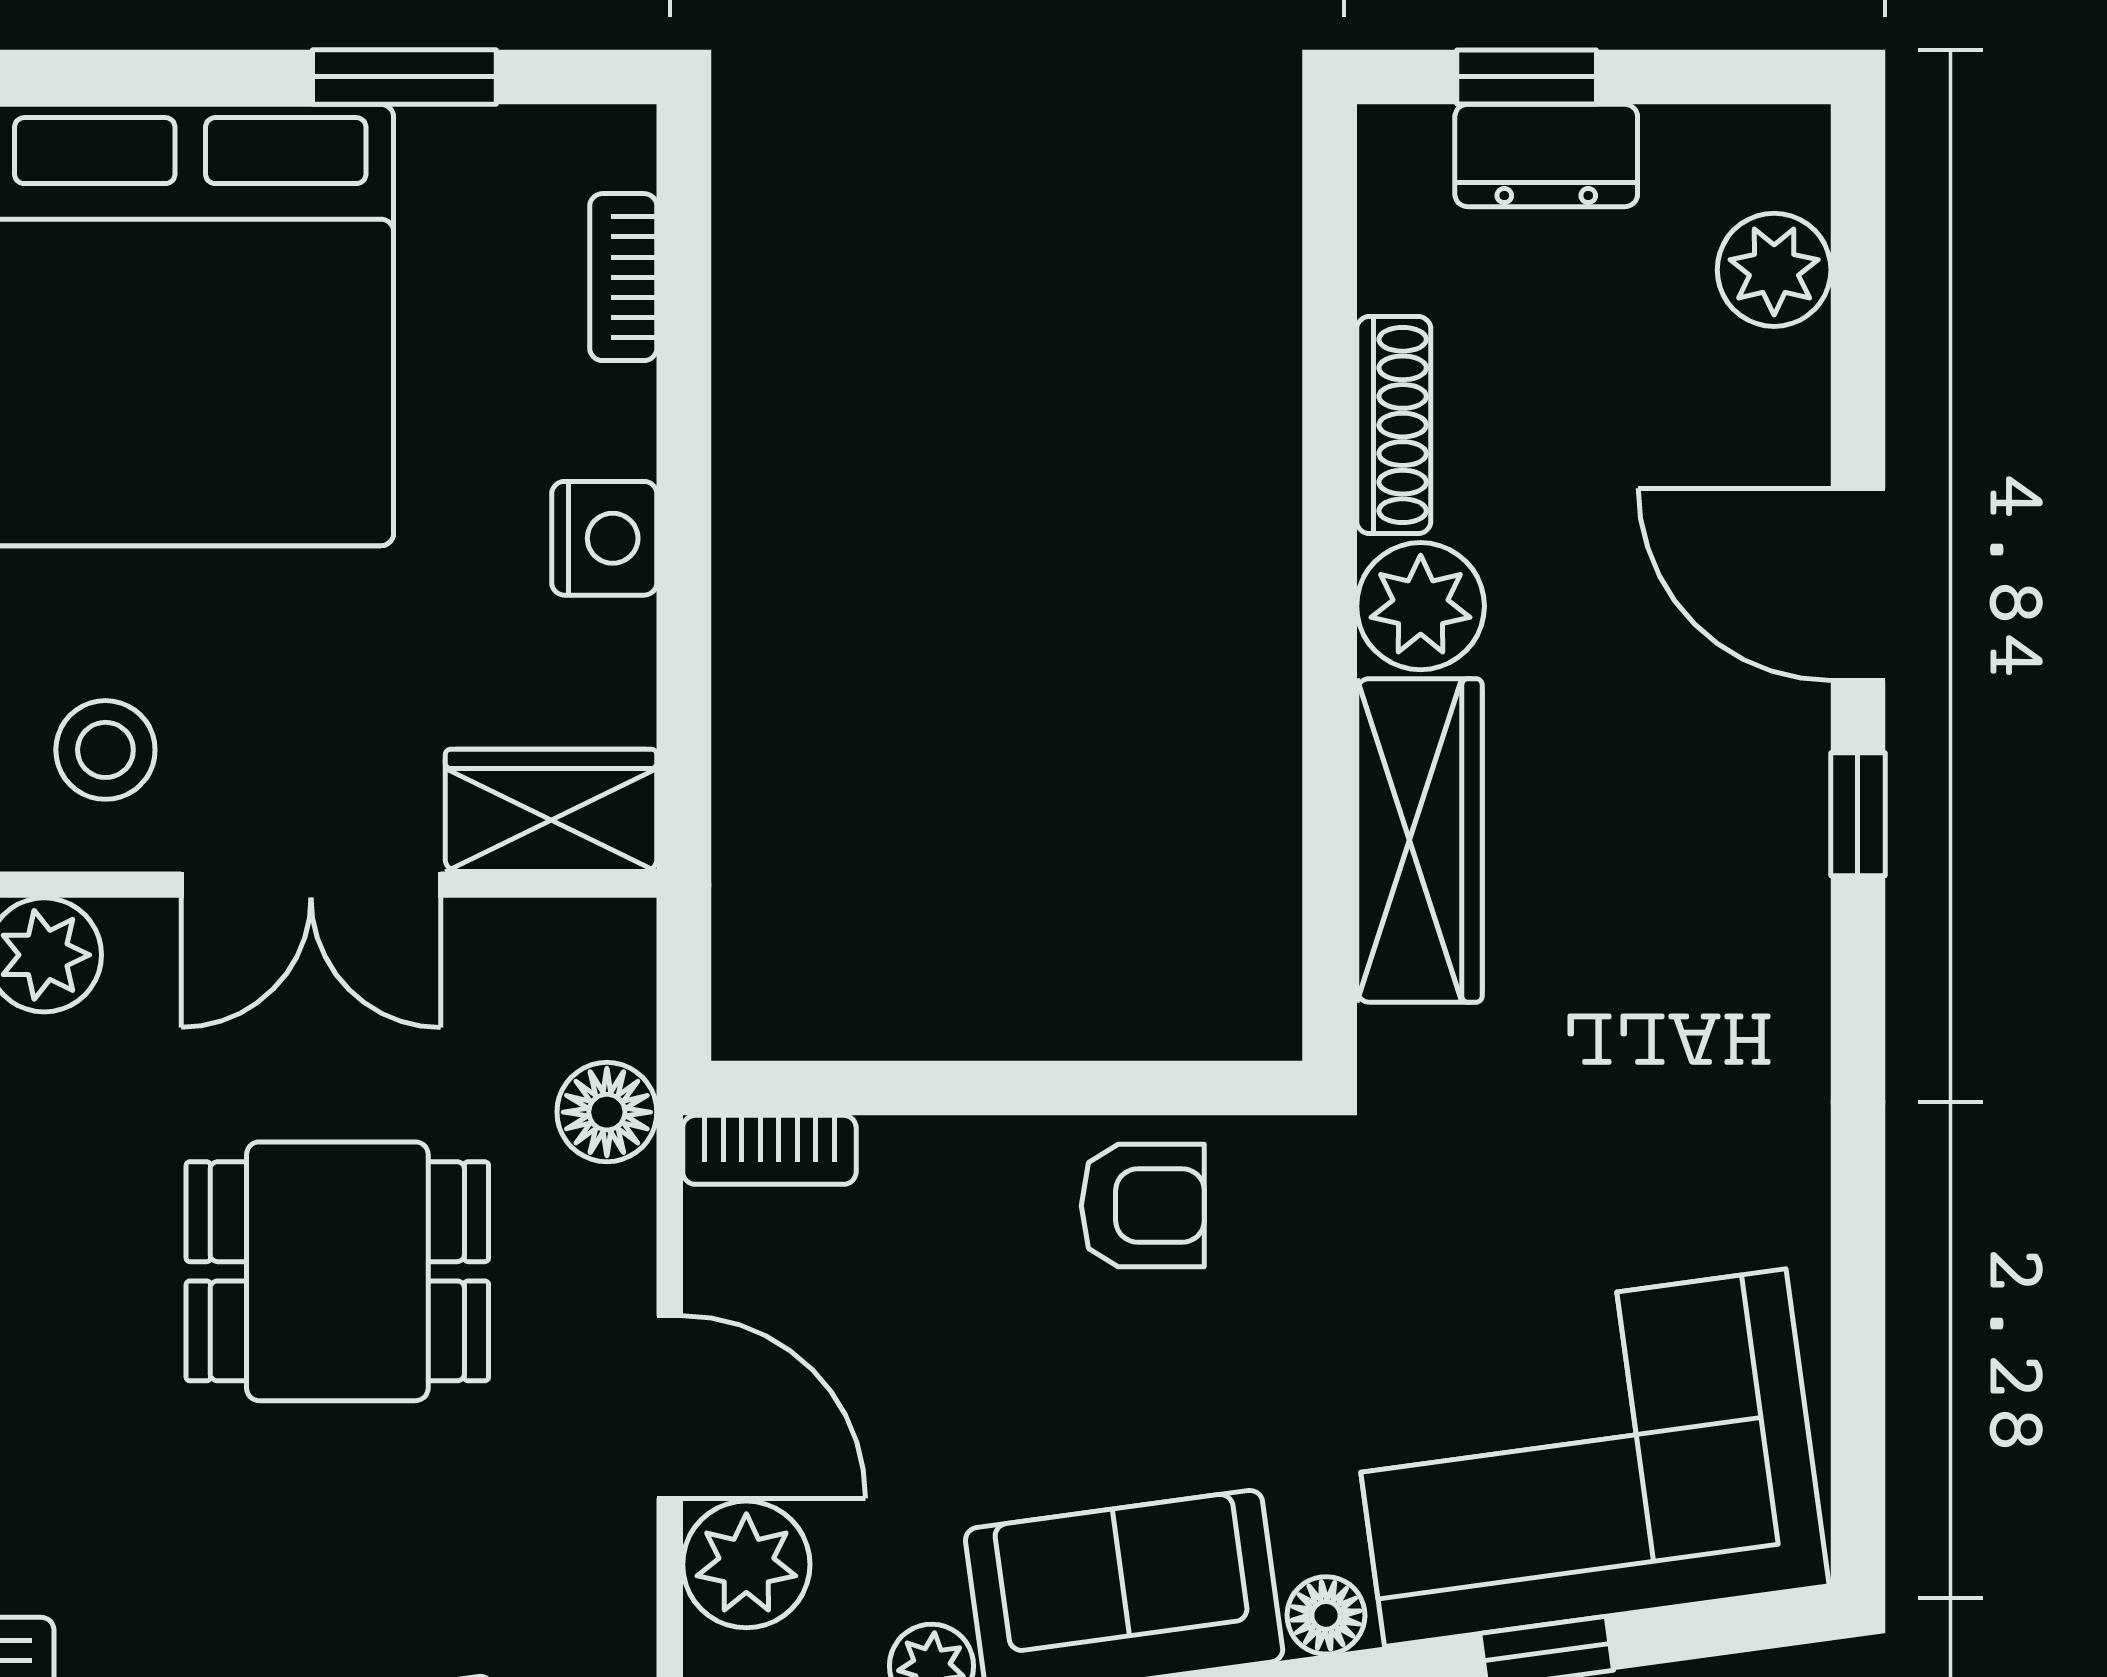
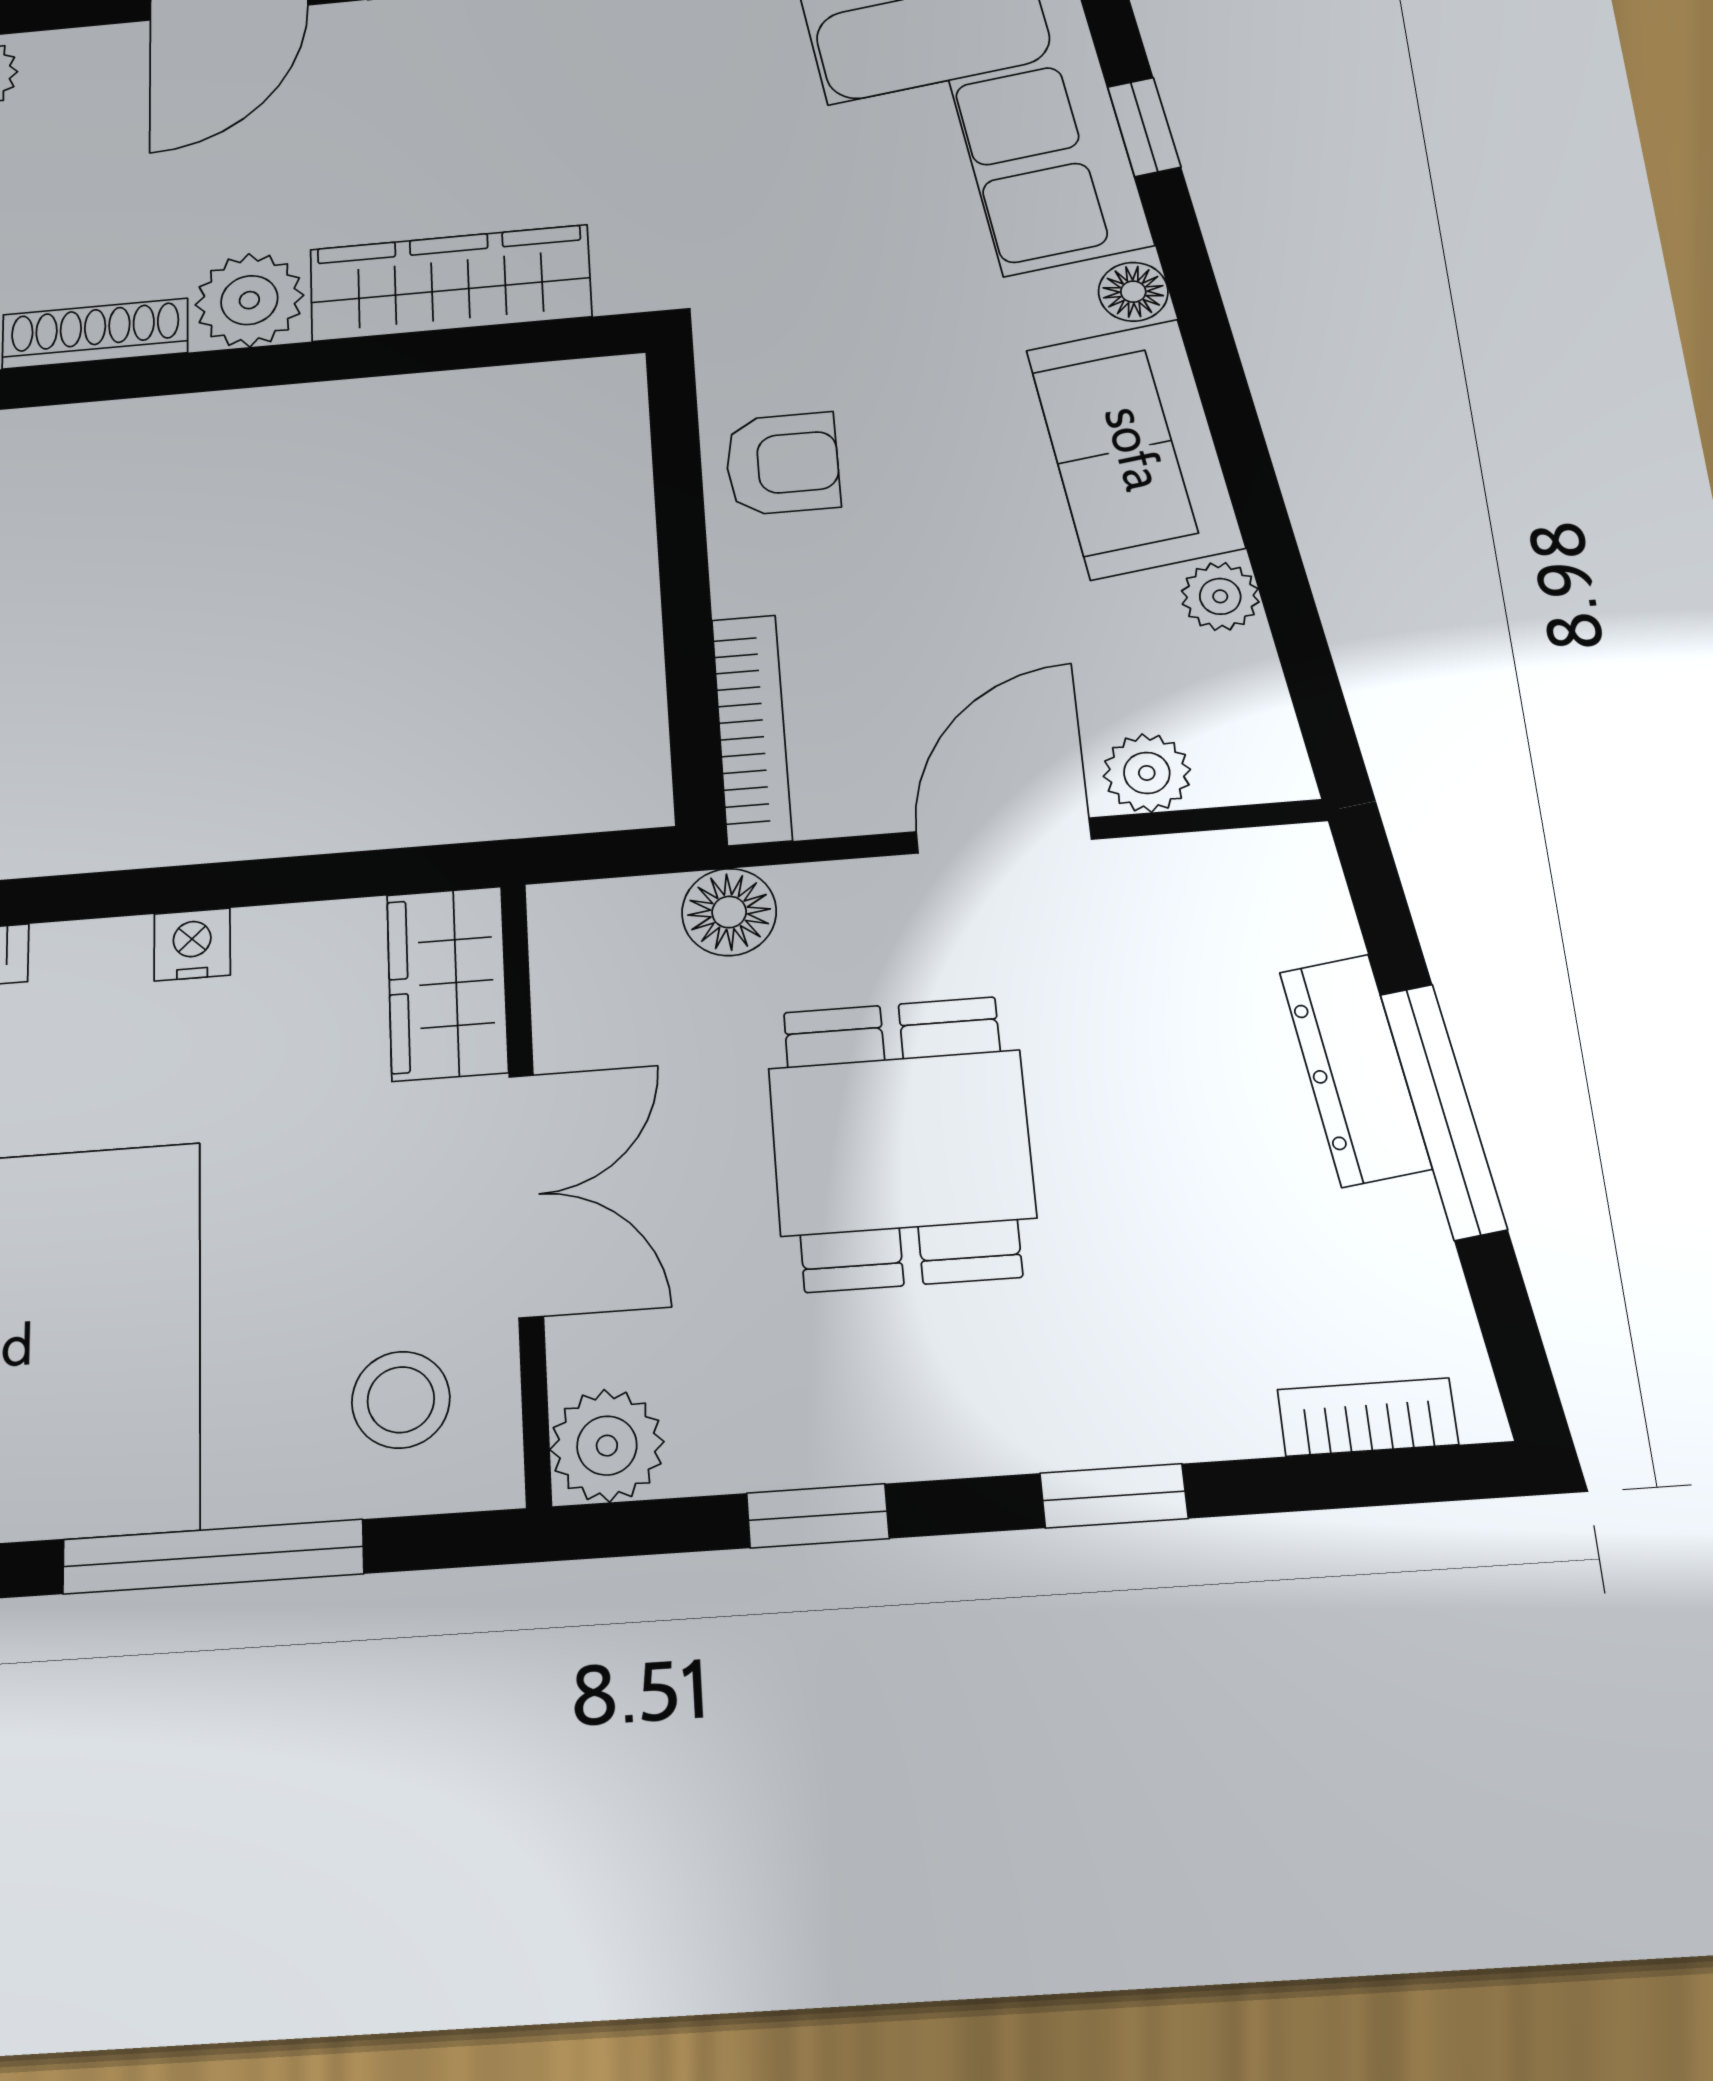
nightstand: (604, 538) -> (192, 944), width x0.72, depth x0.74
bookcase: (769, 1150) -> (752, 729), width x1.56
armchair: (1143, 1206) -> (782, 464), turned 90
plant: (746, 1564) -> (1147, 773), width x0.73, depth x0.73

